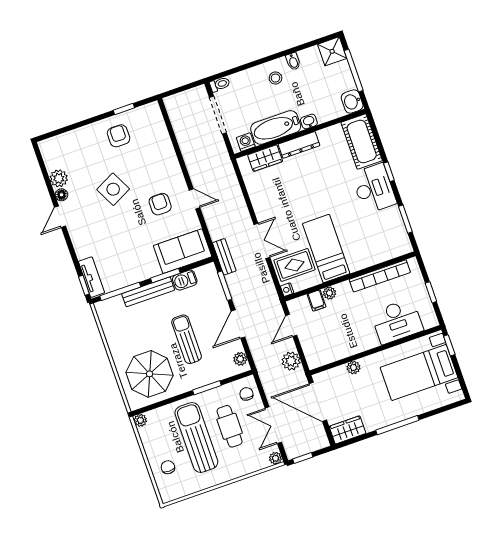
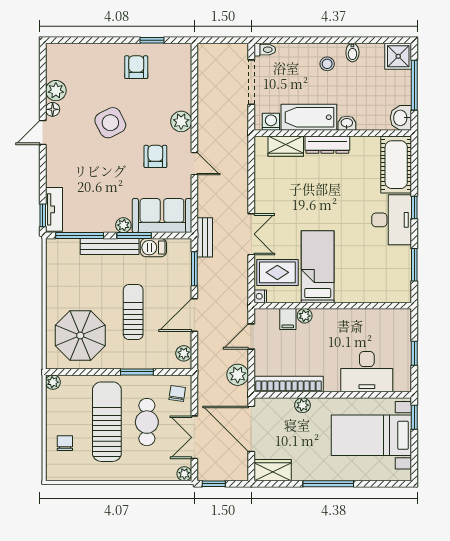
plant: (171, 168) -> (181, 121), added
plant: (153, 270) -> (123, 225), added
bookcase: (380, 276) -> (289, 384), moved, turned 180

